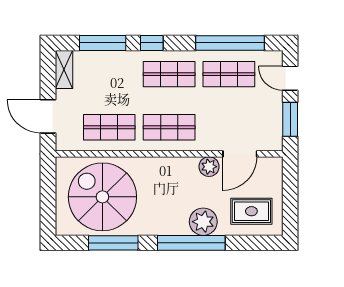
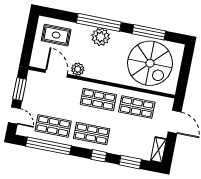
window: (103, 43) -> (130, 162), width x0.69
door: (240, 154) -> (56, 73), hinge flipped
plant: (203, 222) -> (101, 37), moved

